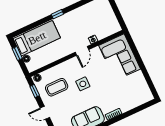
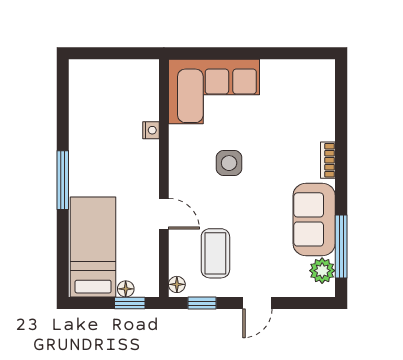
window: (57, 14) -> (63, 180), width x2.17
door: (82, 51) -> (164, 214), moved
window: (17, 54) -> (130, 303), moved
side table: (83, 84) -> (229, 163), moved

